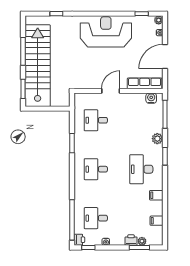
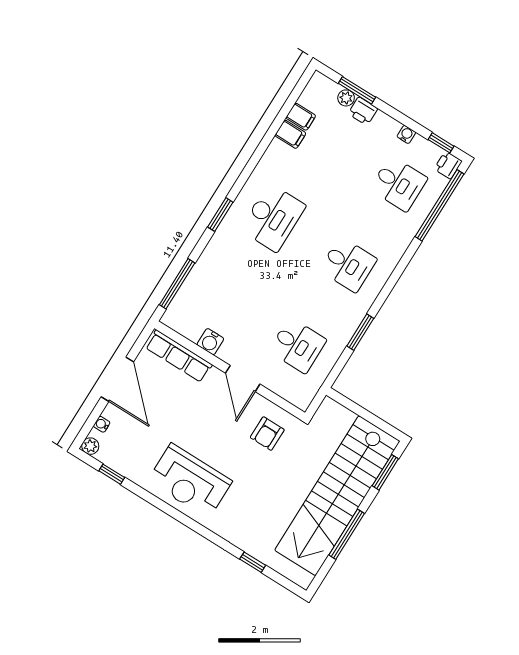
reception desk: (106, 32) -> (190, 481), width x0.74, depth x0.77
door: (165, 57) -> (117, 379), hinge flipped
armchair: (85, 74) -> (267, 434), added
door: (111, 91) -> (243, 379), hinge flipped
water cooler: (151, 98) -> (210, 342), moved
plant: (157, 139) -> (215, 251), removed
filing cabinet: (156, 195) -> (290, 134), moved

